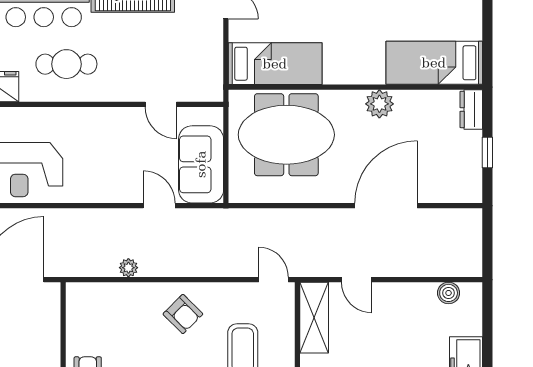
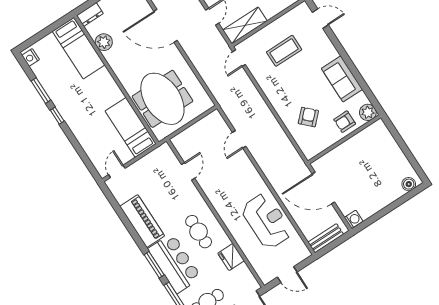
plant: (379, 104) -> (104, 42), moved
sofa: (201, 164) -> (205, 132), removed
plant: (128, 268) -> (280, 135), removed
armchair: (183, 314) -> (308, 117), moved

